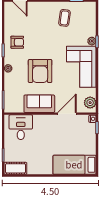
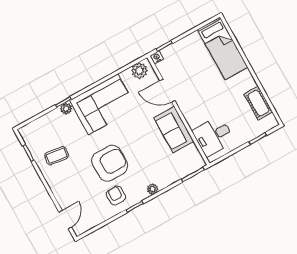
armchair: (40, 71) -> (110, 163), moved
cot: (15, 168) -> (258, 103), moved

